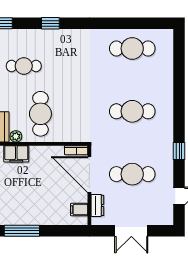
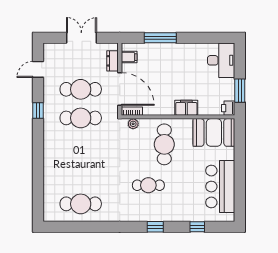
cafe table: (24, 66) -> (148, 185), moved
cafe table: (132, 111) -> (81, 118), moved
plant: (16, 136) -> (133, 124), moved
window: (22, 231) -> (160, 38), moved

